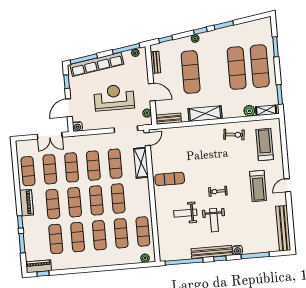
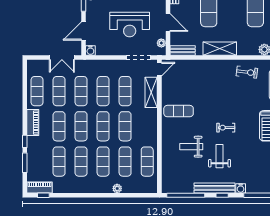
reception desk: (114, 98) -> (130, 25), turned 180
weight bench: (214, 220) -> (220, 156), turned 180
plant: (145, 258) -> (117, 188), moved

